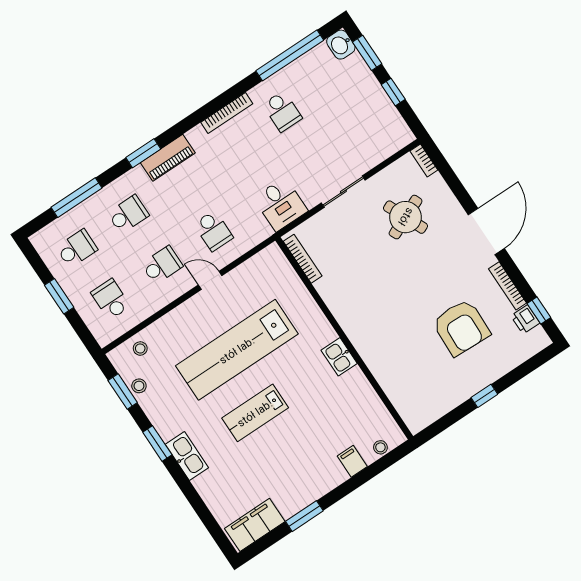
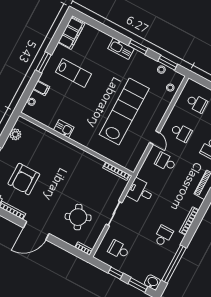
school desk: (282, 111) -> (163, 236), turned 90
school desk: (368, 128) -> (119, 250), added
door: (486, 232) -> (36, 231), hinge flipped
school desk: (162, 265) -> (181, 133), turned -90
door: (210, 280) -> (154, 138), hinge flipped
armchair: (461, 327) -> (24, 179), turned -92
kitchen sink: (339, 357) -> (64, 129), moved
plant: (436, 408) -> (15, 134), added
lab bench: (255, 413) -> (74, 73), moved, turned 90
window: (304, 516) -> (43, 62), moved

